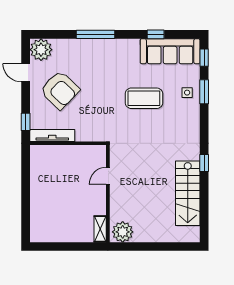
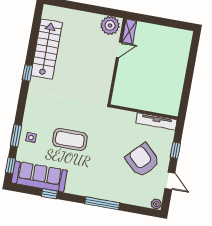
plant: (41, 50) -> (156, 204), width x0.53, depth x0.53
window: (26, 122) -> (175, 150), moved
door: (108, 176) -> (119, 50), moved

